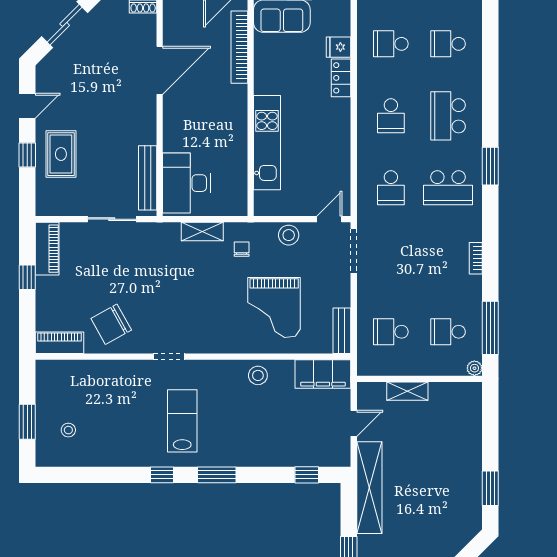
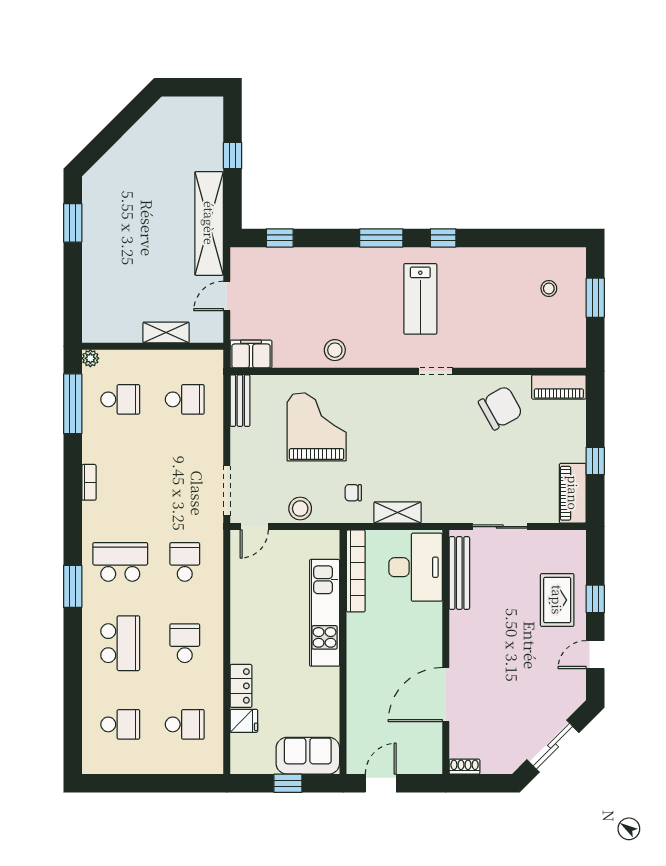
bookcase: (239, 47) -> (356, 571), moved
chair: (242, 249) -> (353, 493), turned 90
filing cabinet: (323, 374) -> (251, 354), width x0.67, depth x0.86

